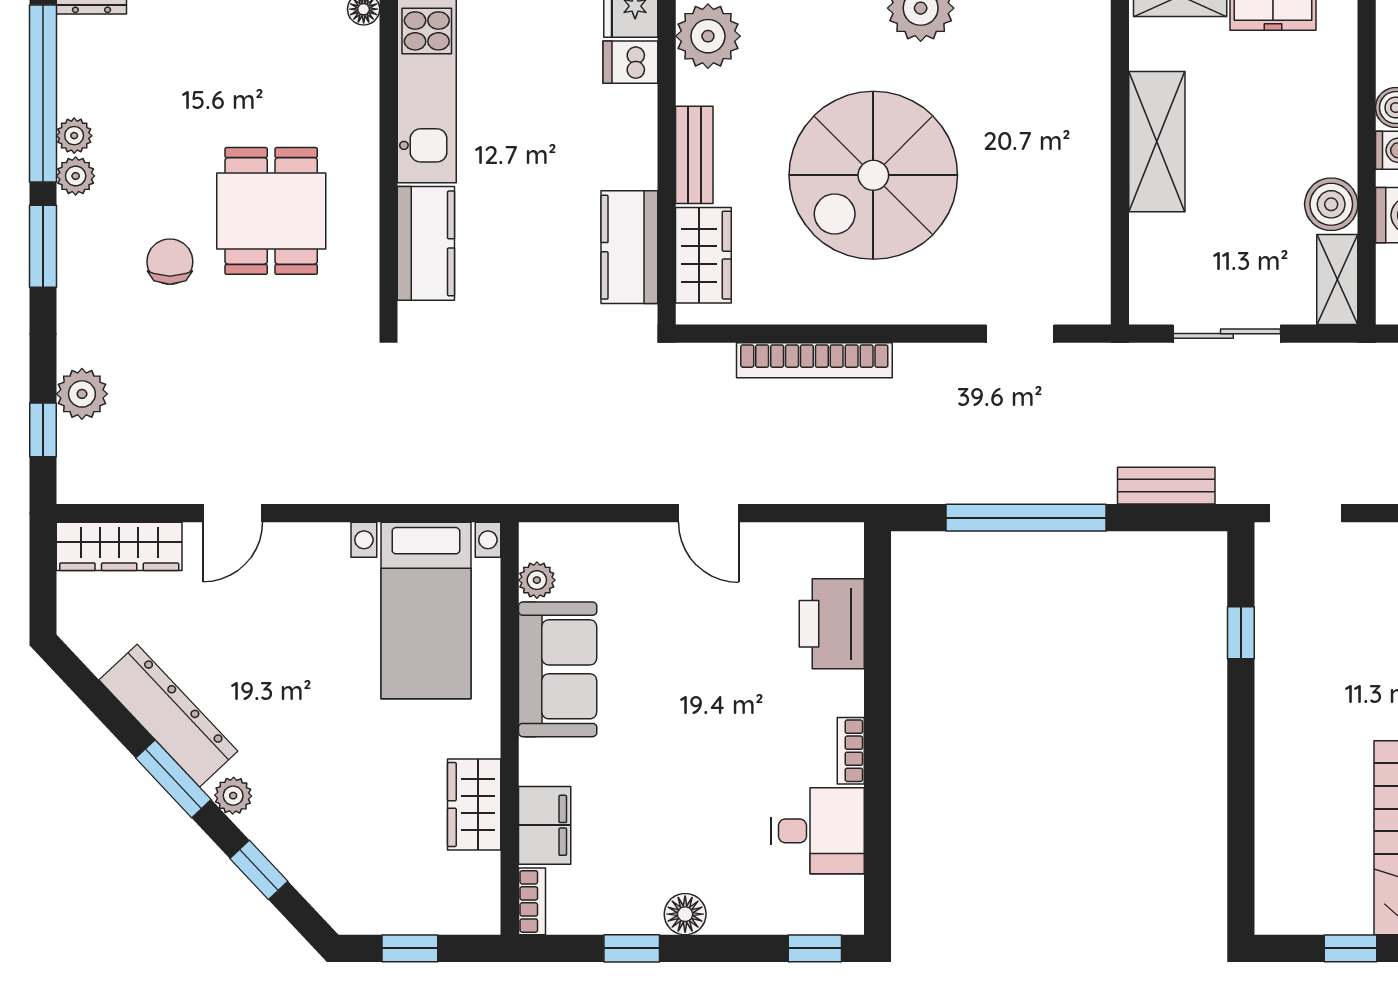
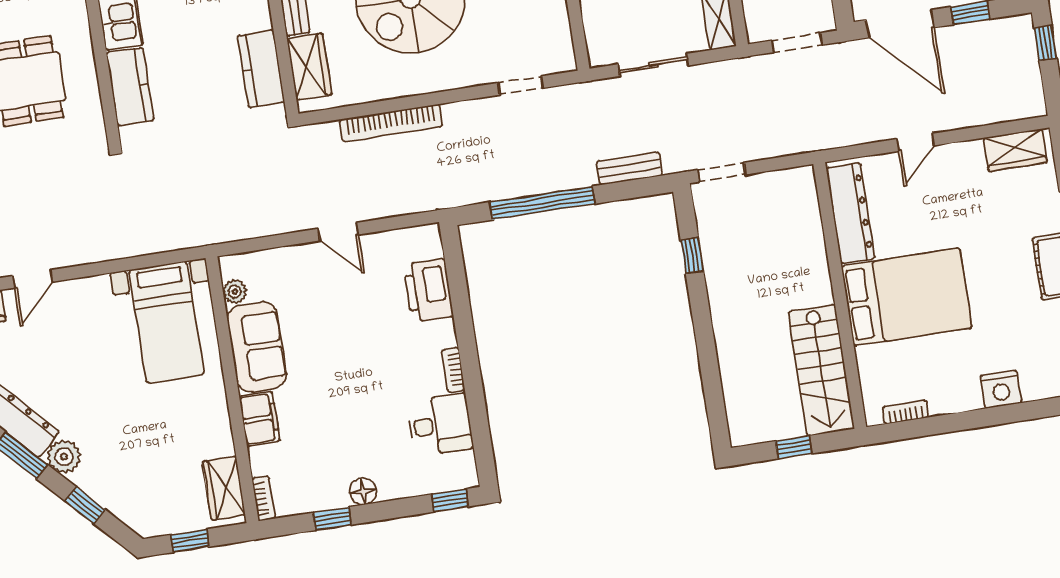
plant: (233, 796) -> (64, 457), width x1.38, depth x1.38
wardrobe: (474, 805) -> (224, 488), moved
filing cabinet: (545, 825) -> (260, 419), moved

